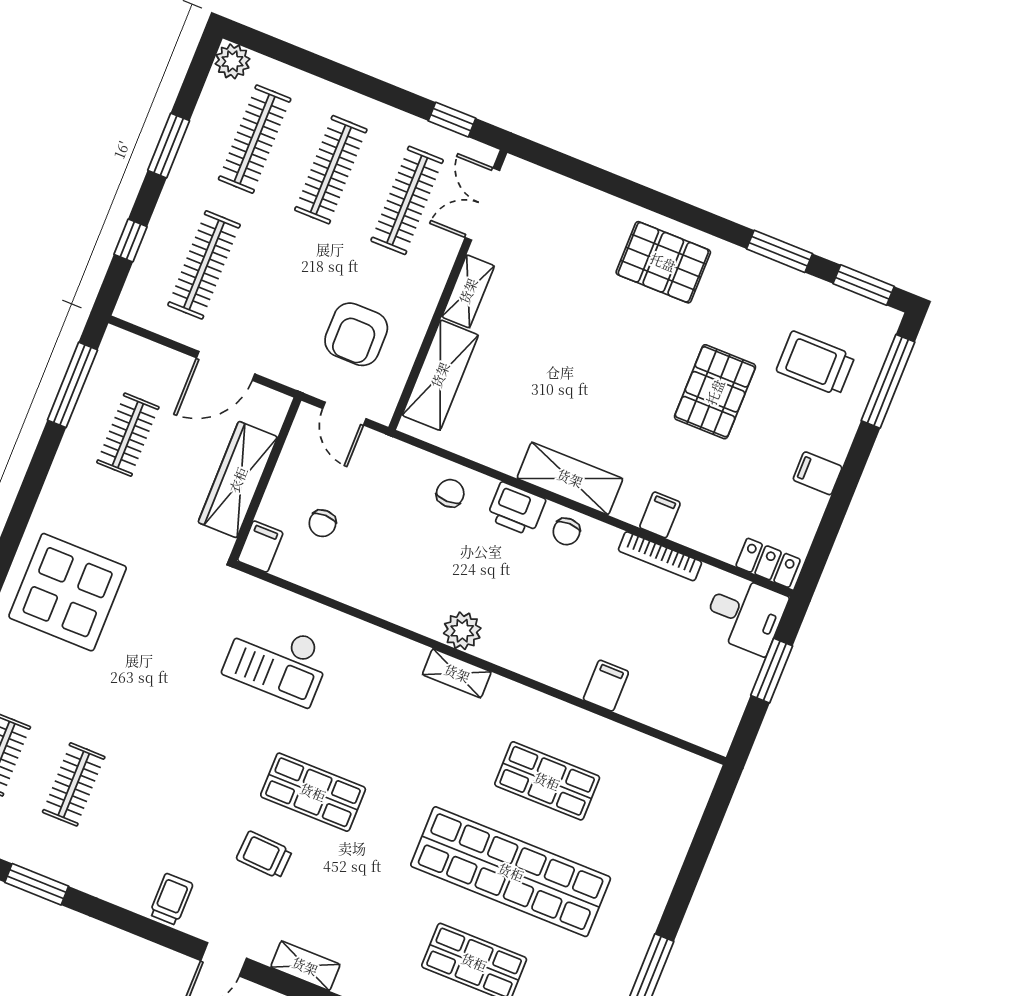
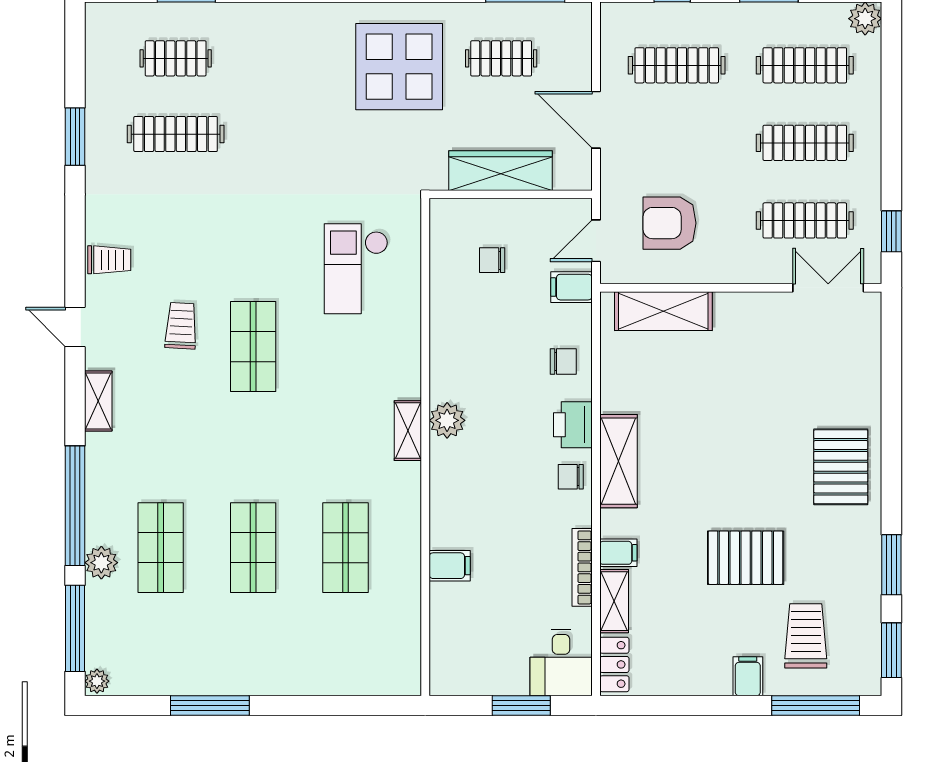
shelving: (468, 291) -> (614, 601), moved, turned 90
filing cabinet: (818, 473) -> (748, 676), moved
filing cabinet: (260, 546) -> (571, 287), moved, turned 180
display table: (68, 592) -> (399, 67), moved
clothes rail: (74, 784) -> (176, 134), width x1.36
shop shelf: (511, 872) -> (253, 548), width x0.50, depth x0.74

